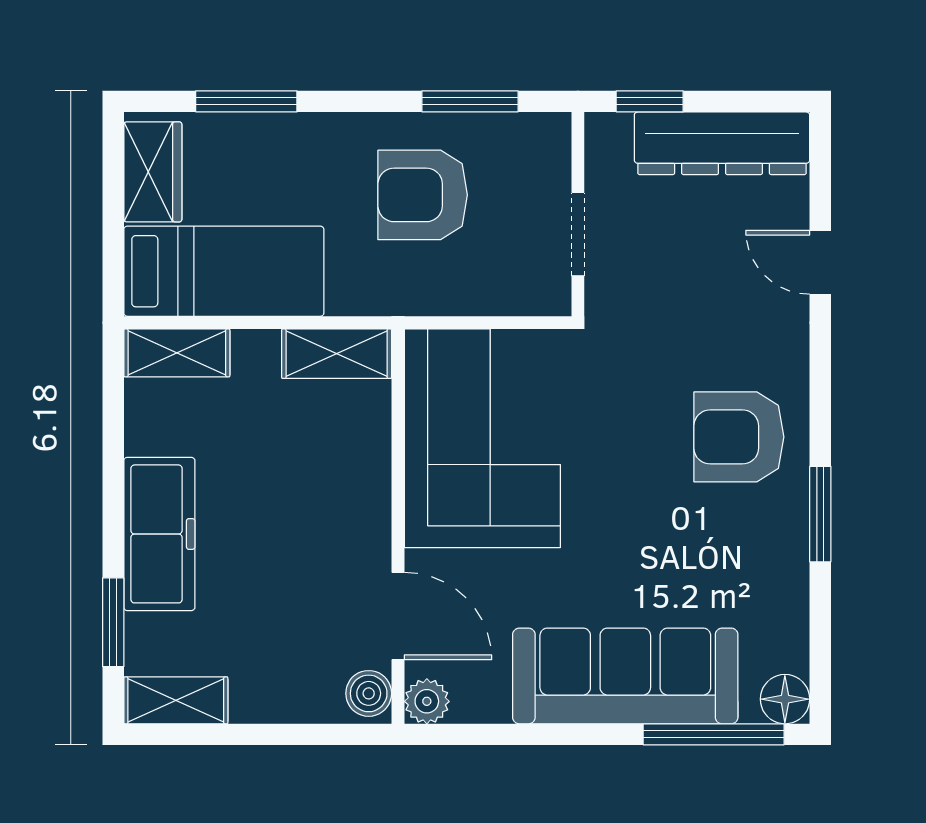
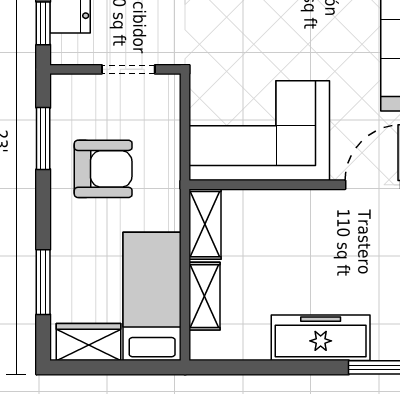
armchair: (423, 195) -> (103, 169), turned -90
shelving: (177, 353) -> (204, 296), moved

